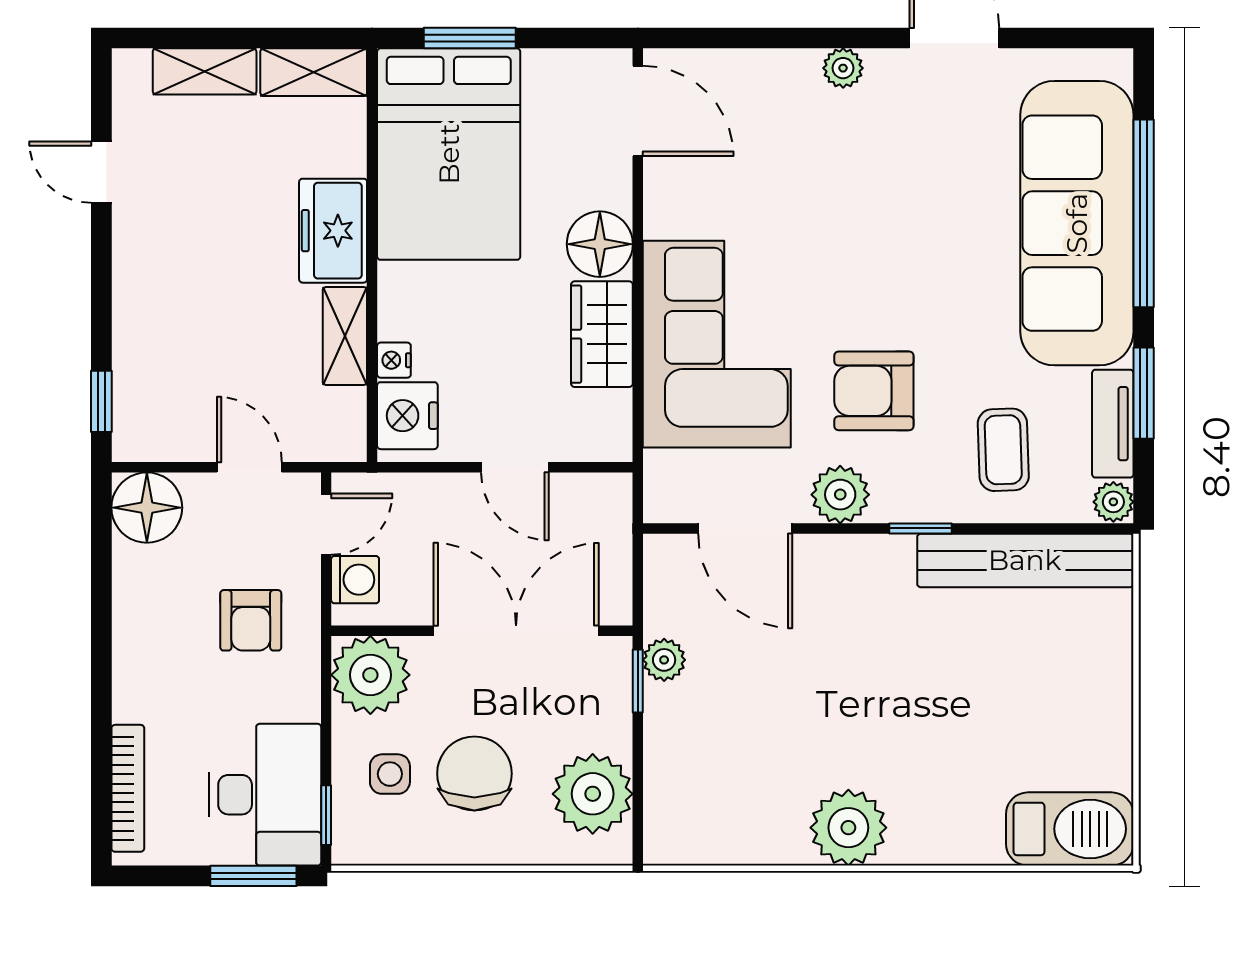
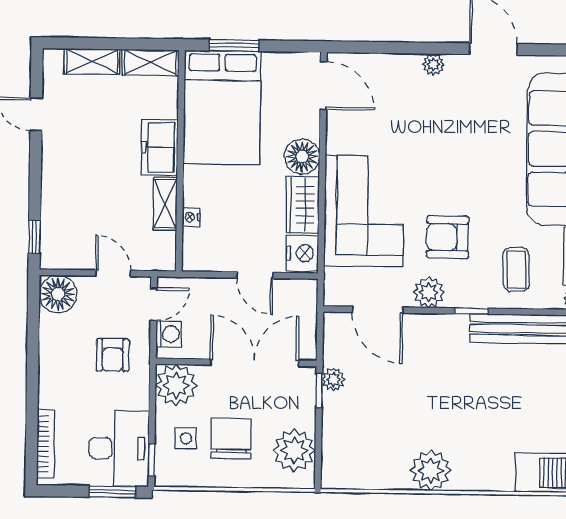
nightstand: (407, 416) -> (302, 253), moved, turned 180

